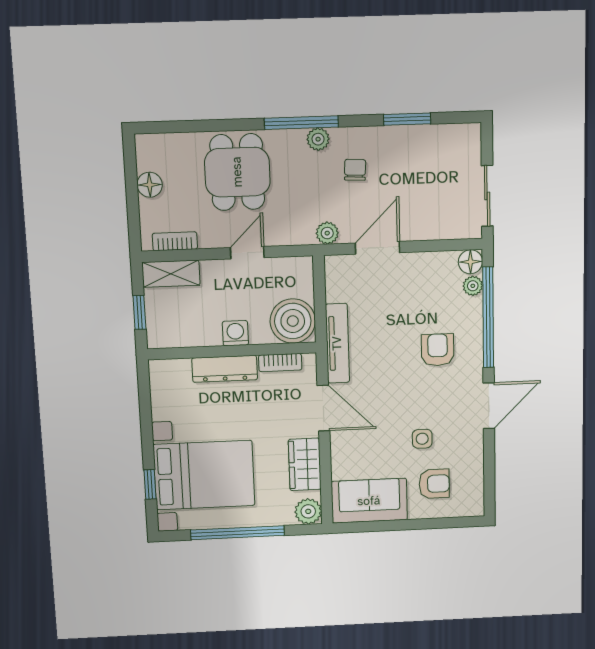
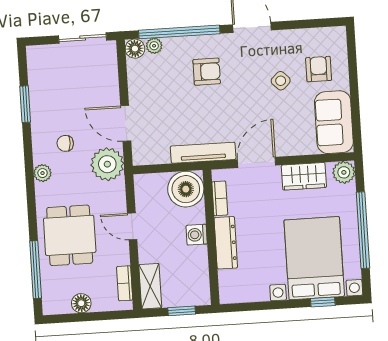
window: (301, 123) -> (36, 270), moved
dining table: (237, 172) -> (70, 235), turned 90
plant: (327, 233) -> (107, 164), width x1.88, depth x1.88
armchair: (438, 350) -> (207, 72), turned 180
side table: (422, 439) -> (281, 81), turned 45

